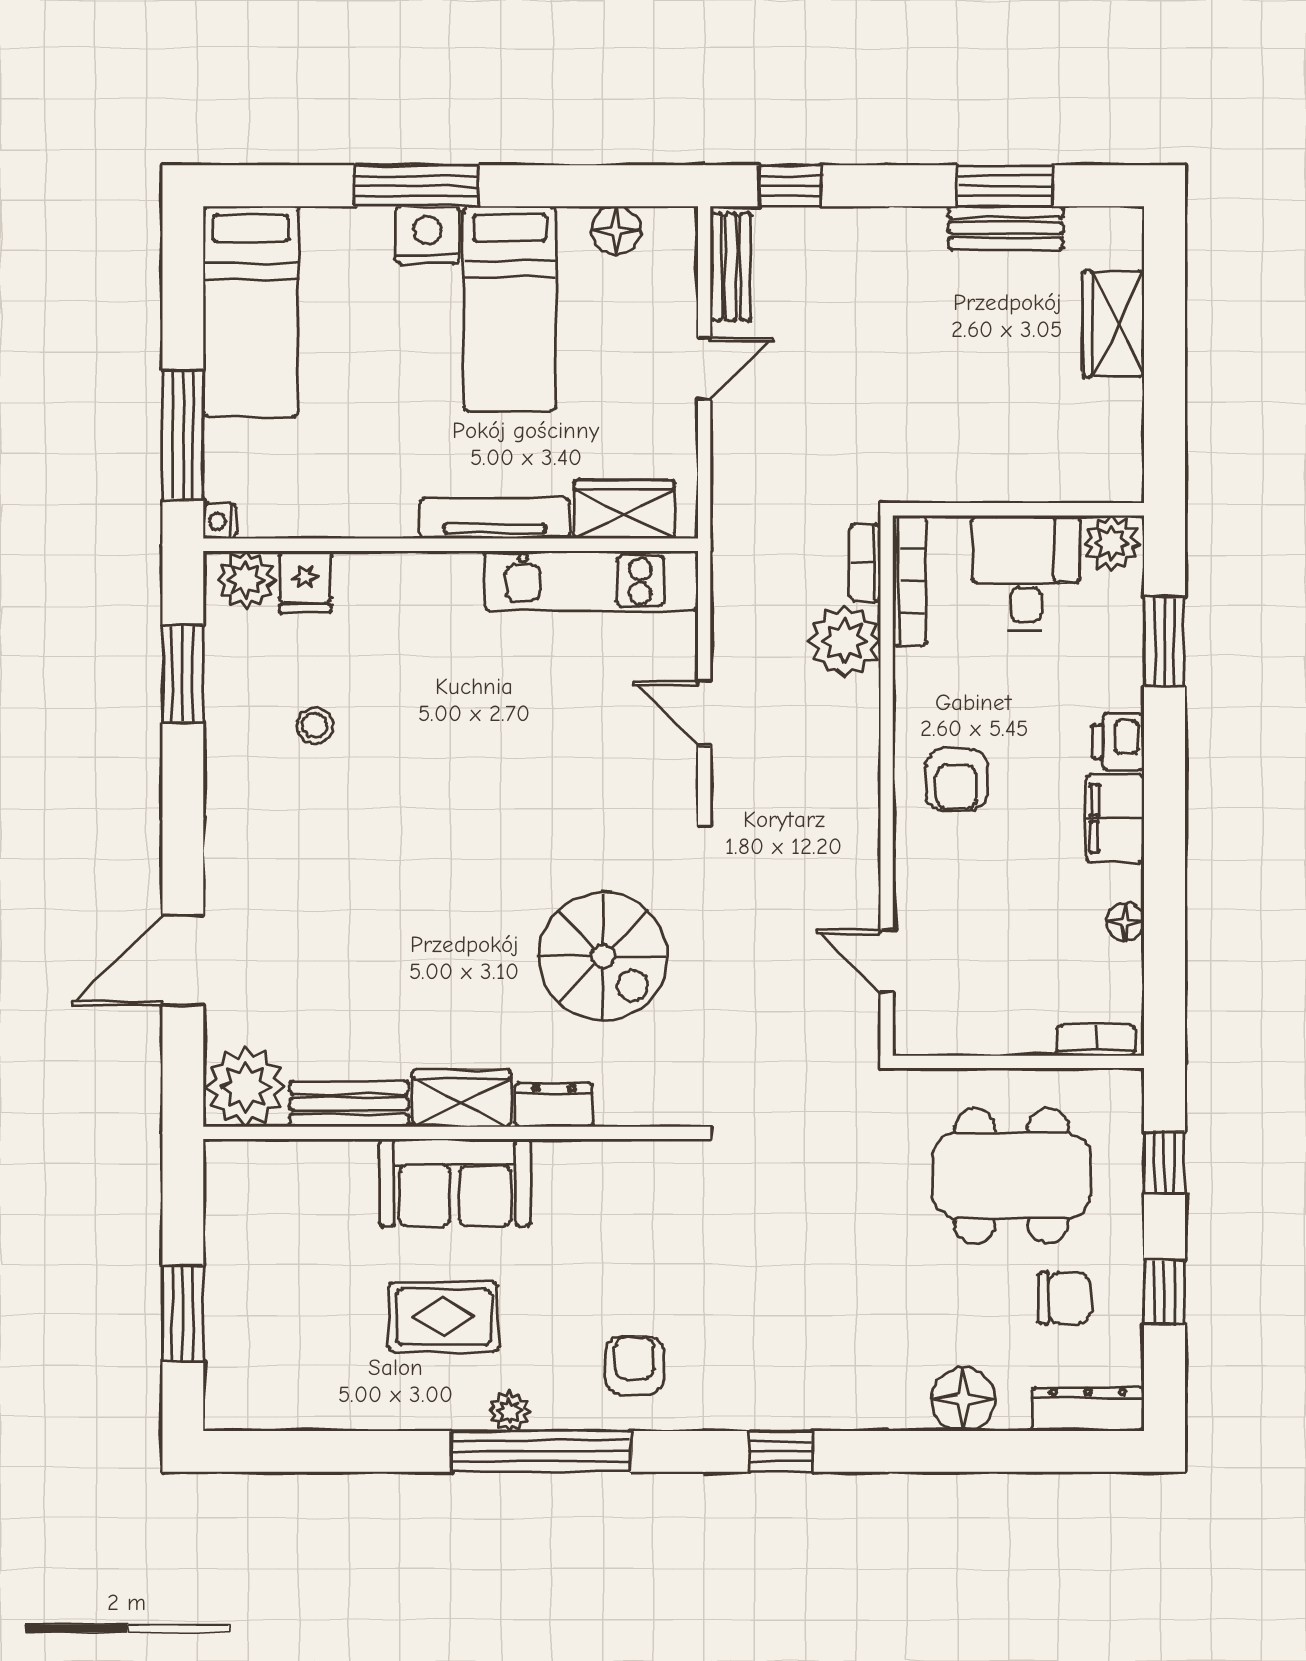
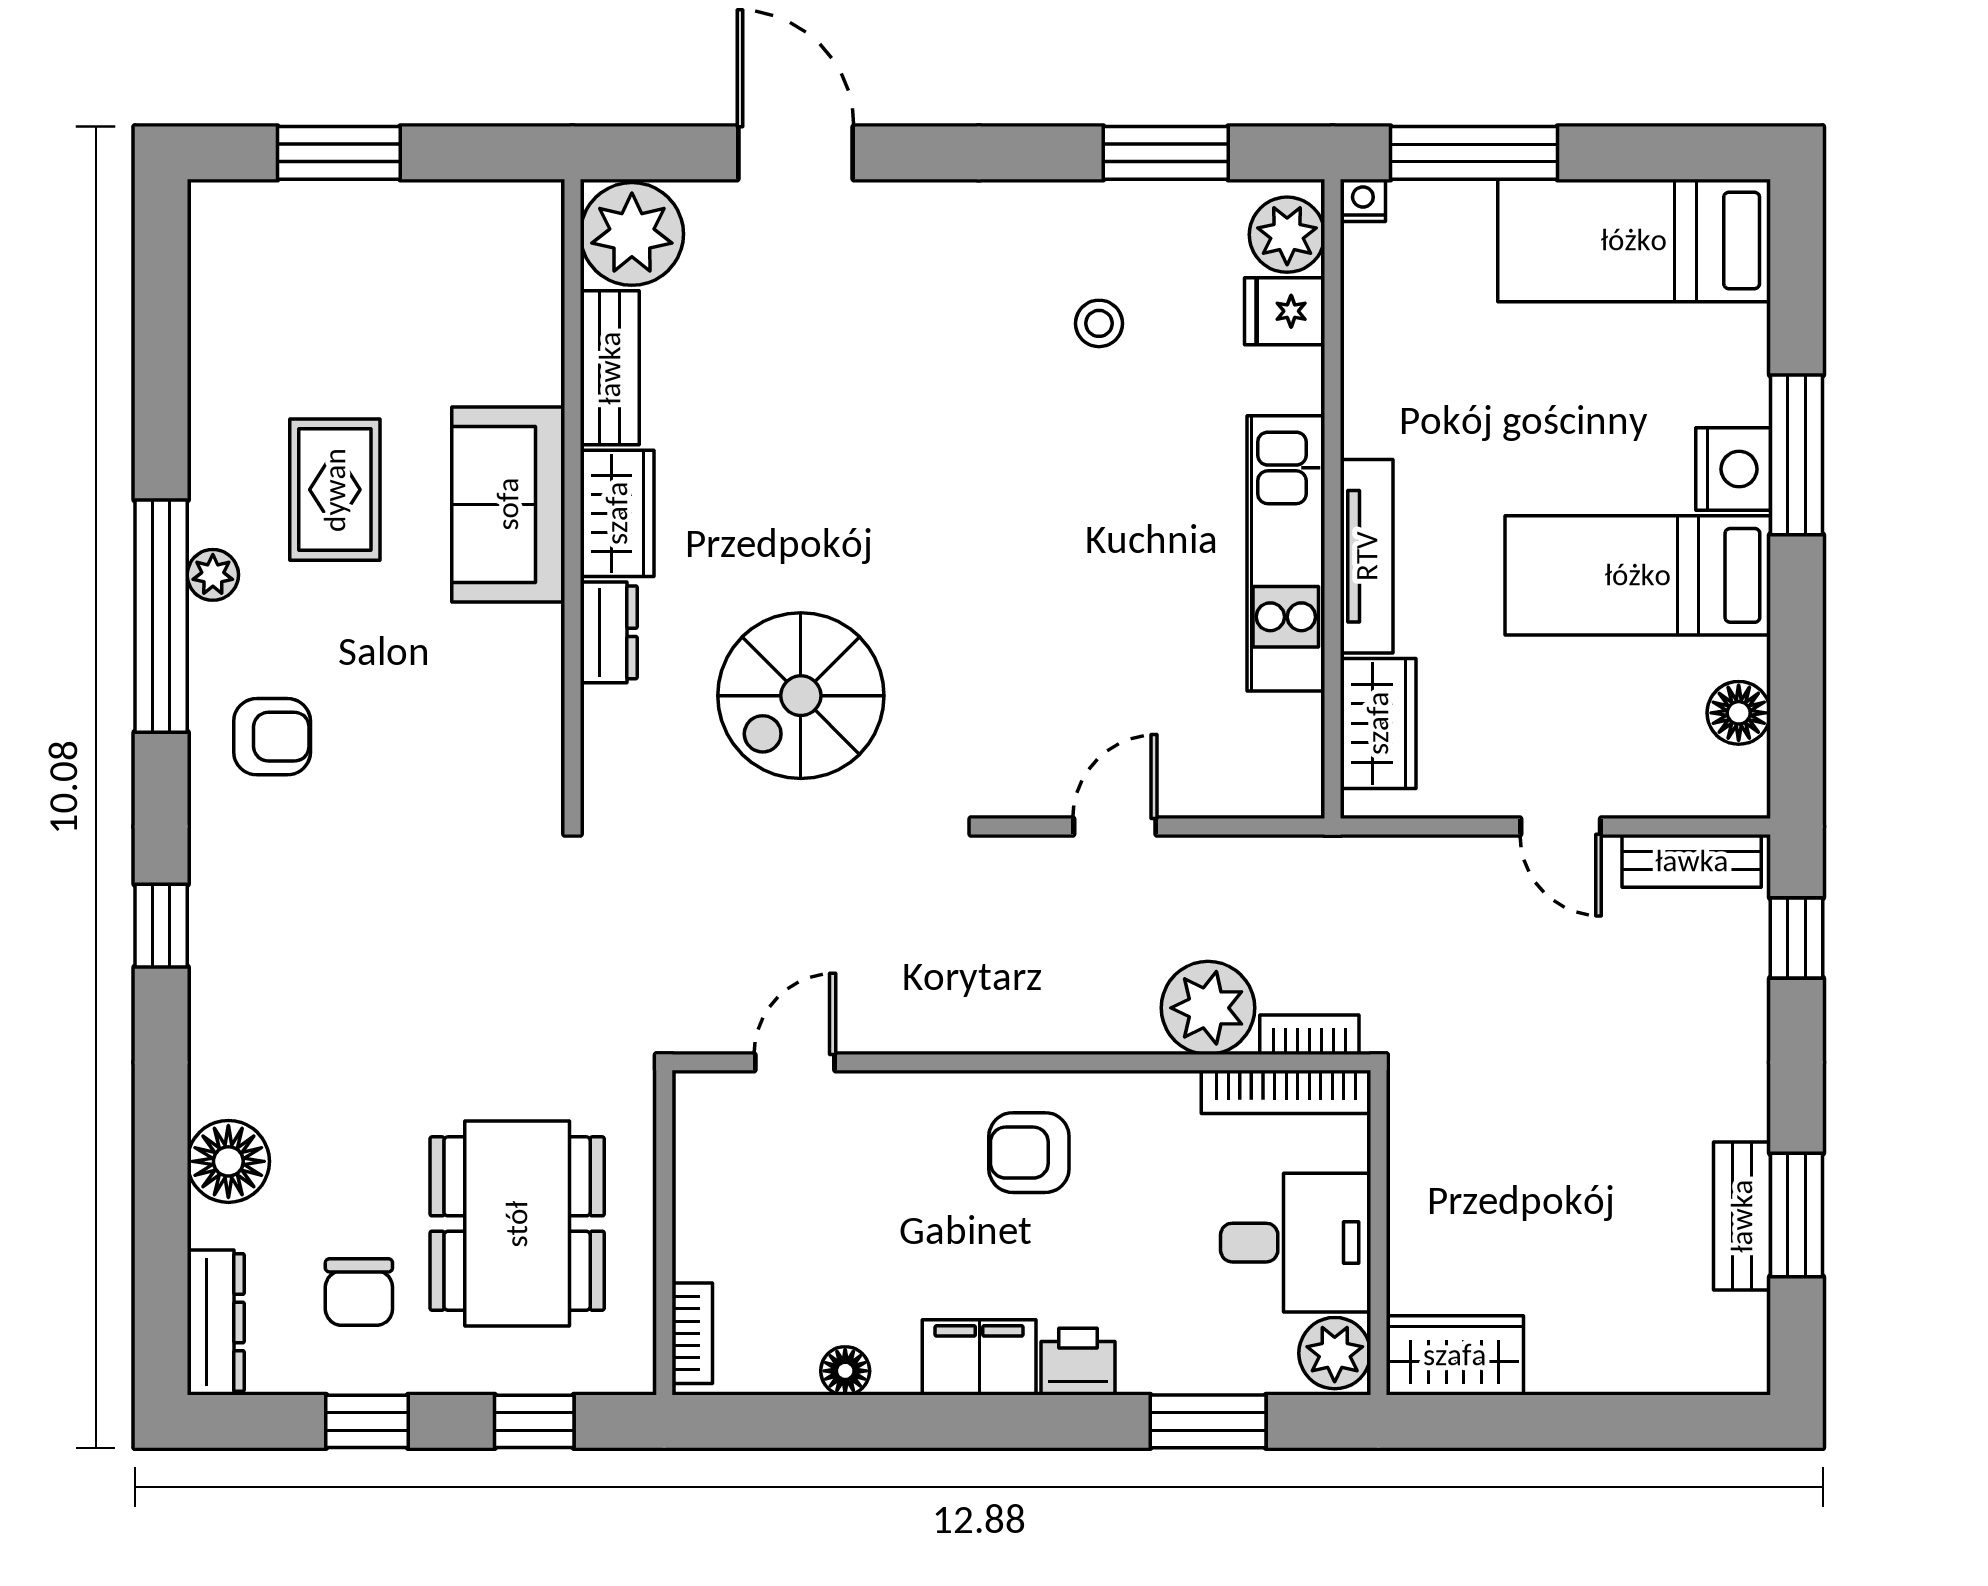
wardrobe: (1113, 324) -> (1455, 1355), moved
kitchen unit: (591, 581) -> (1286, 553), moved

